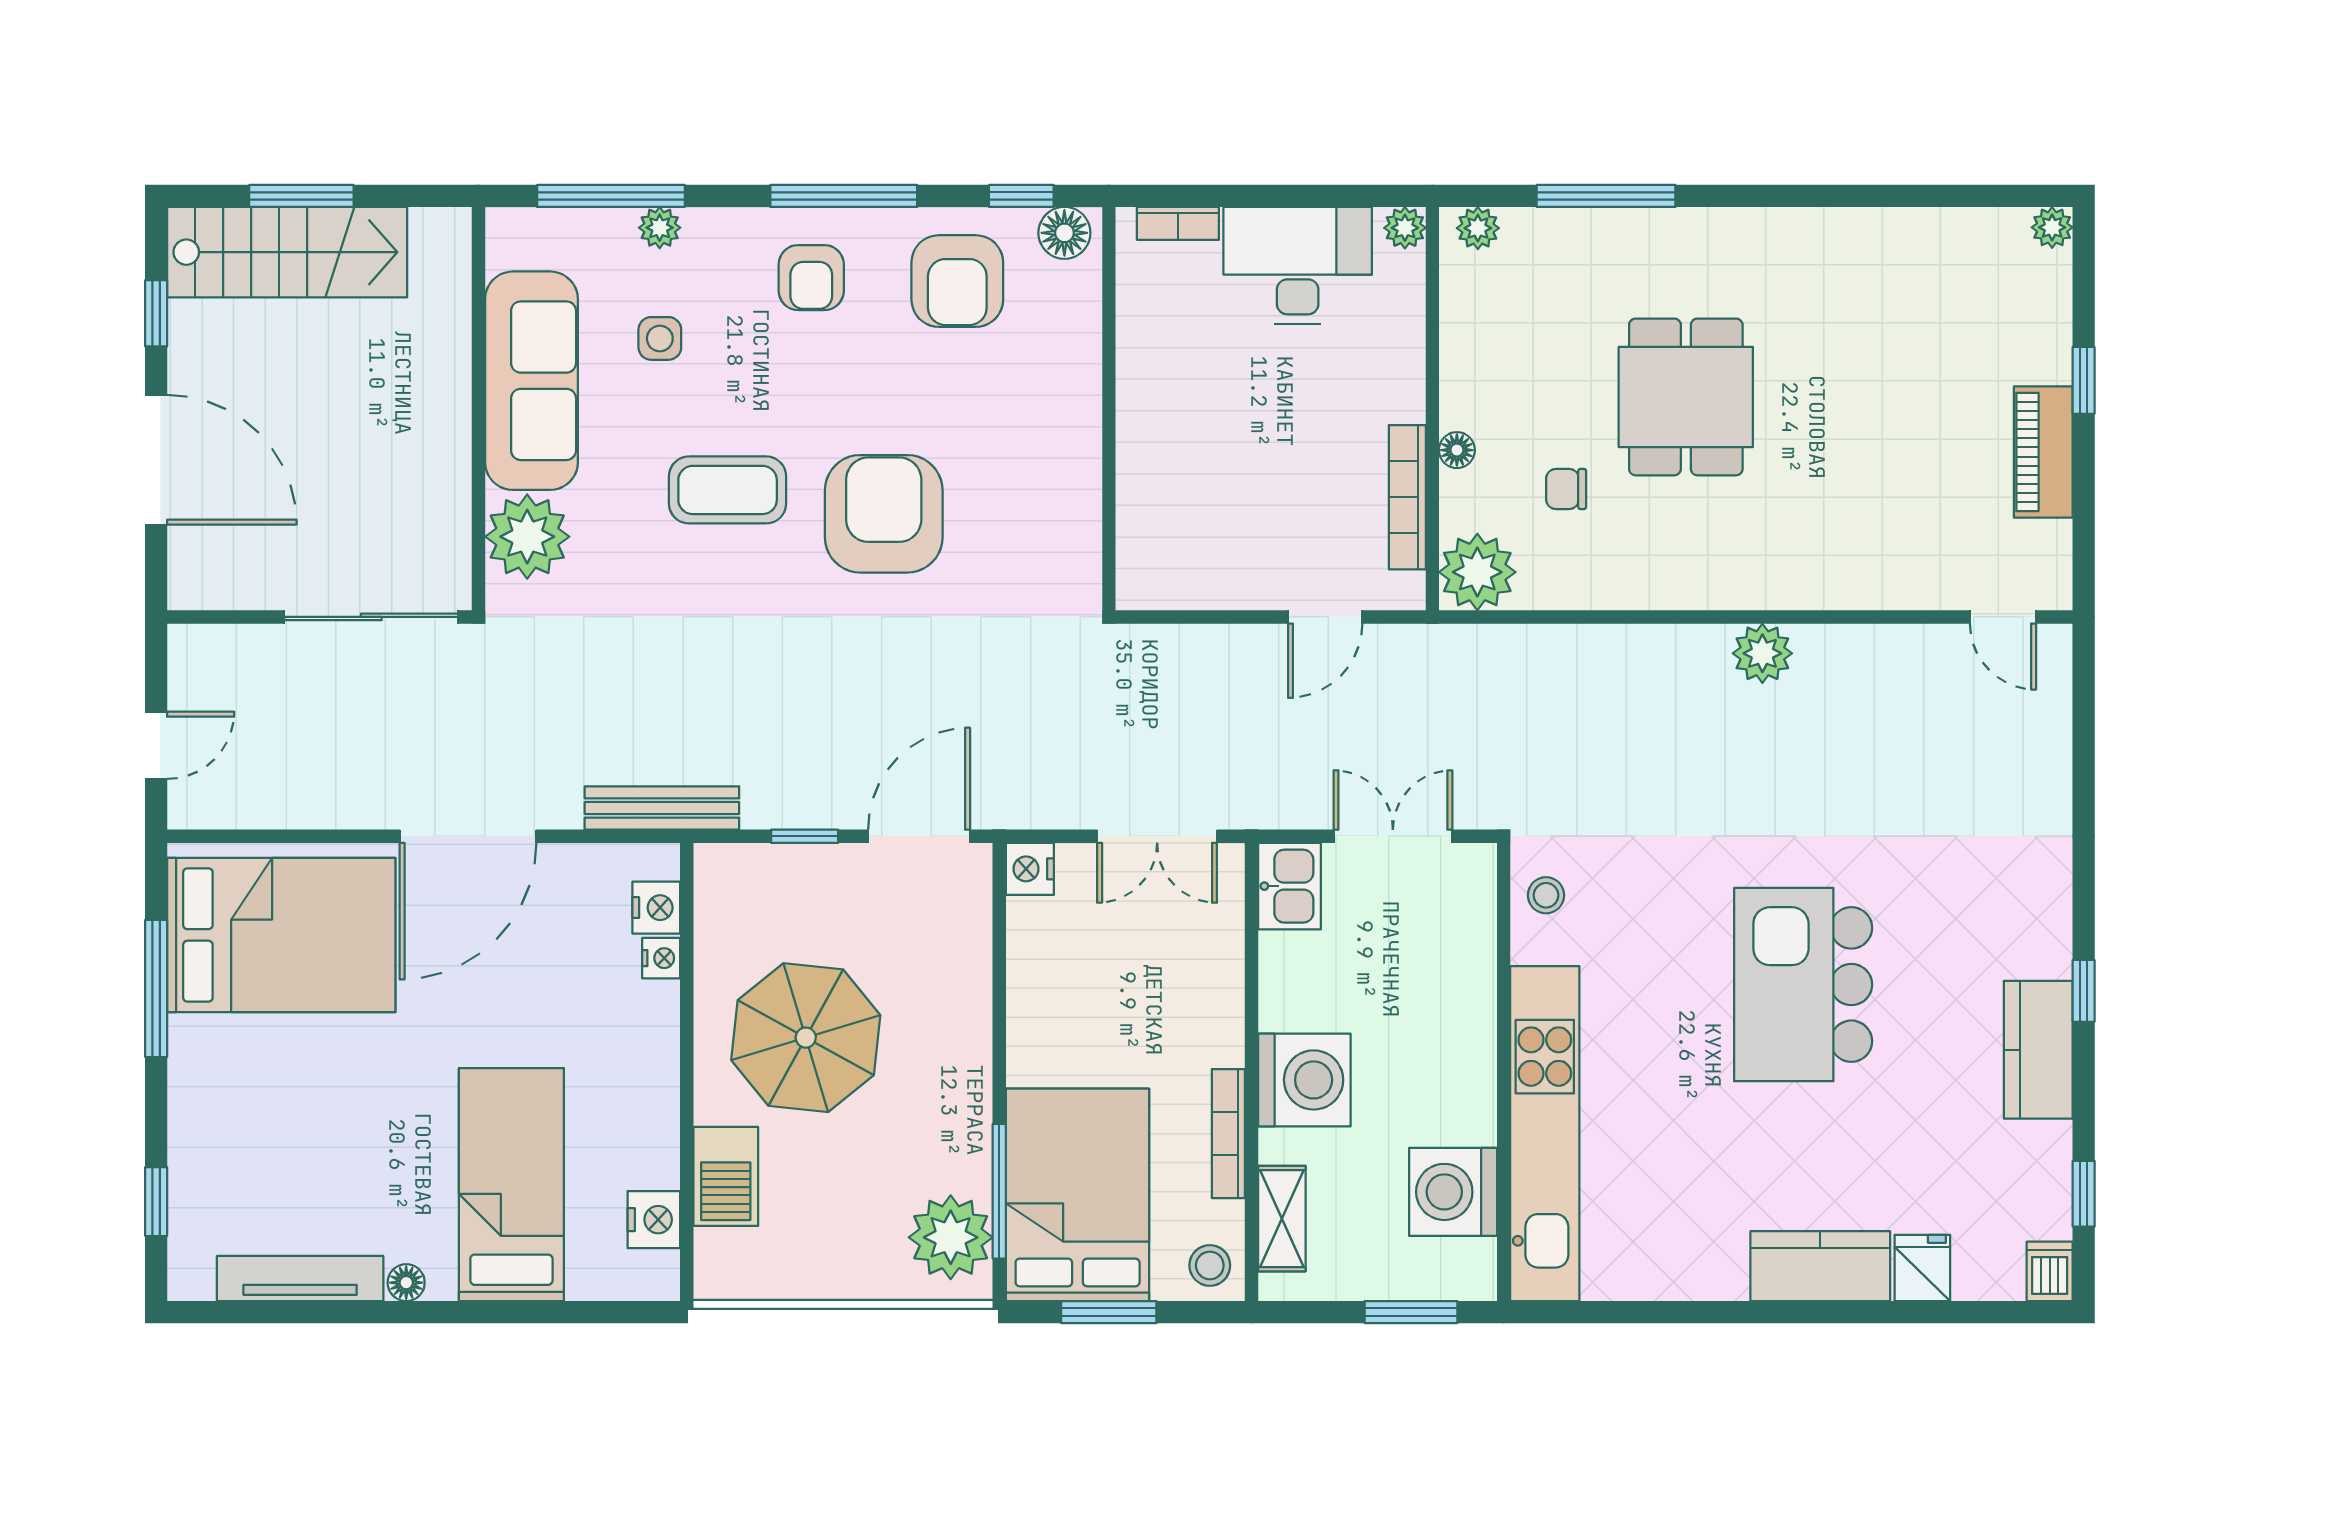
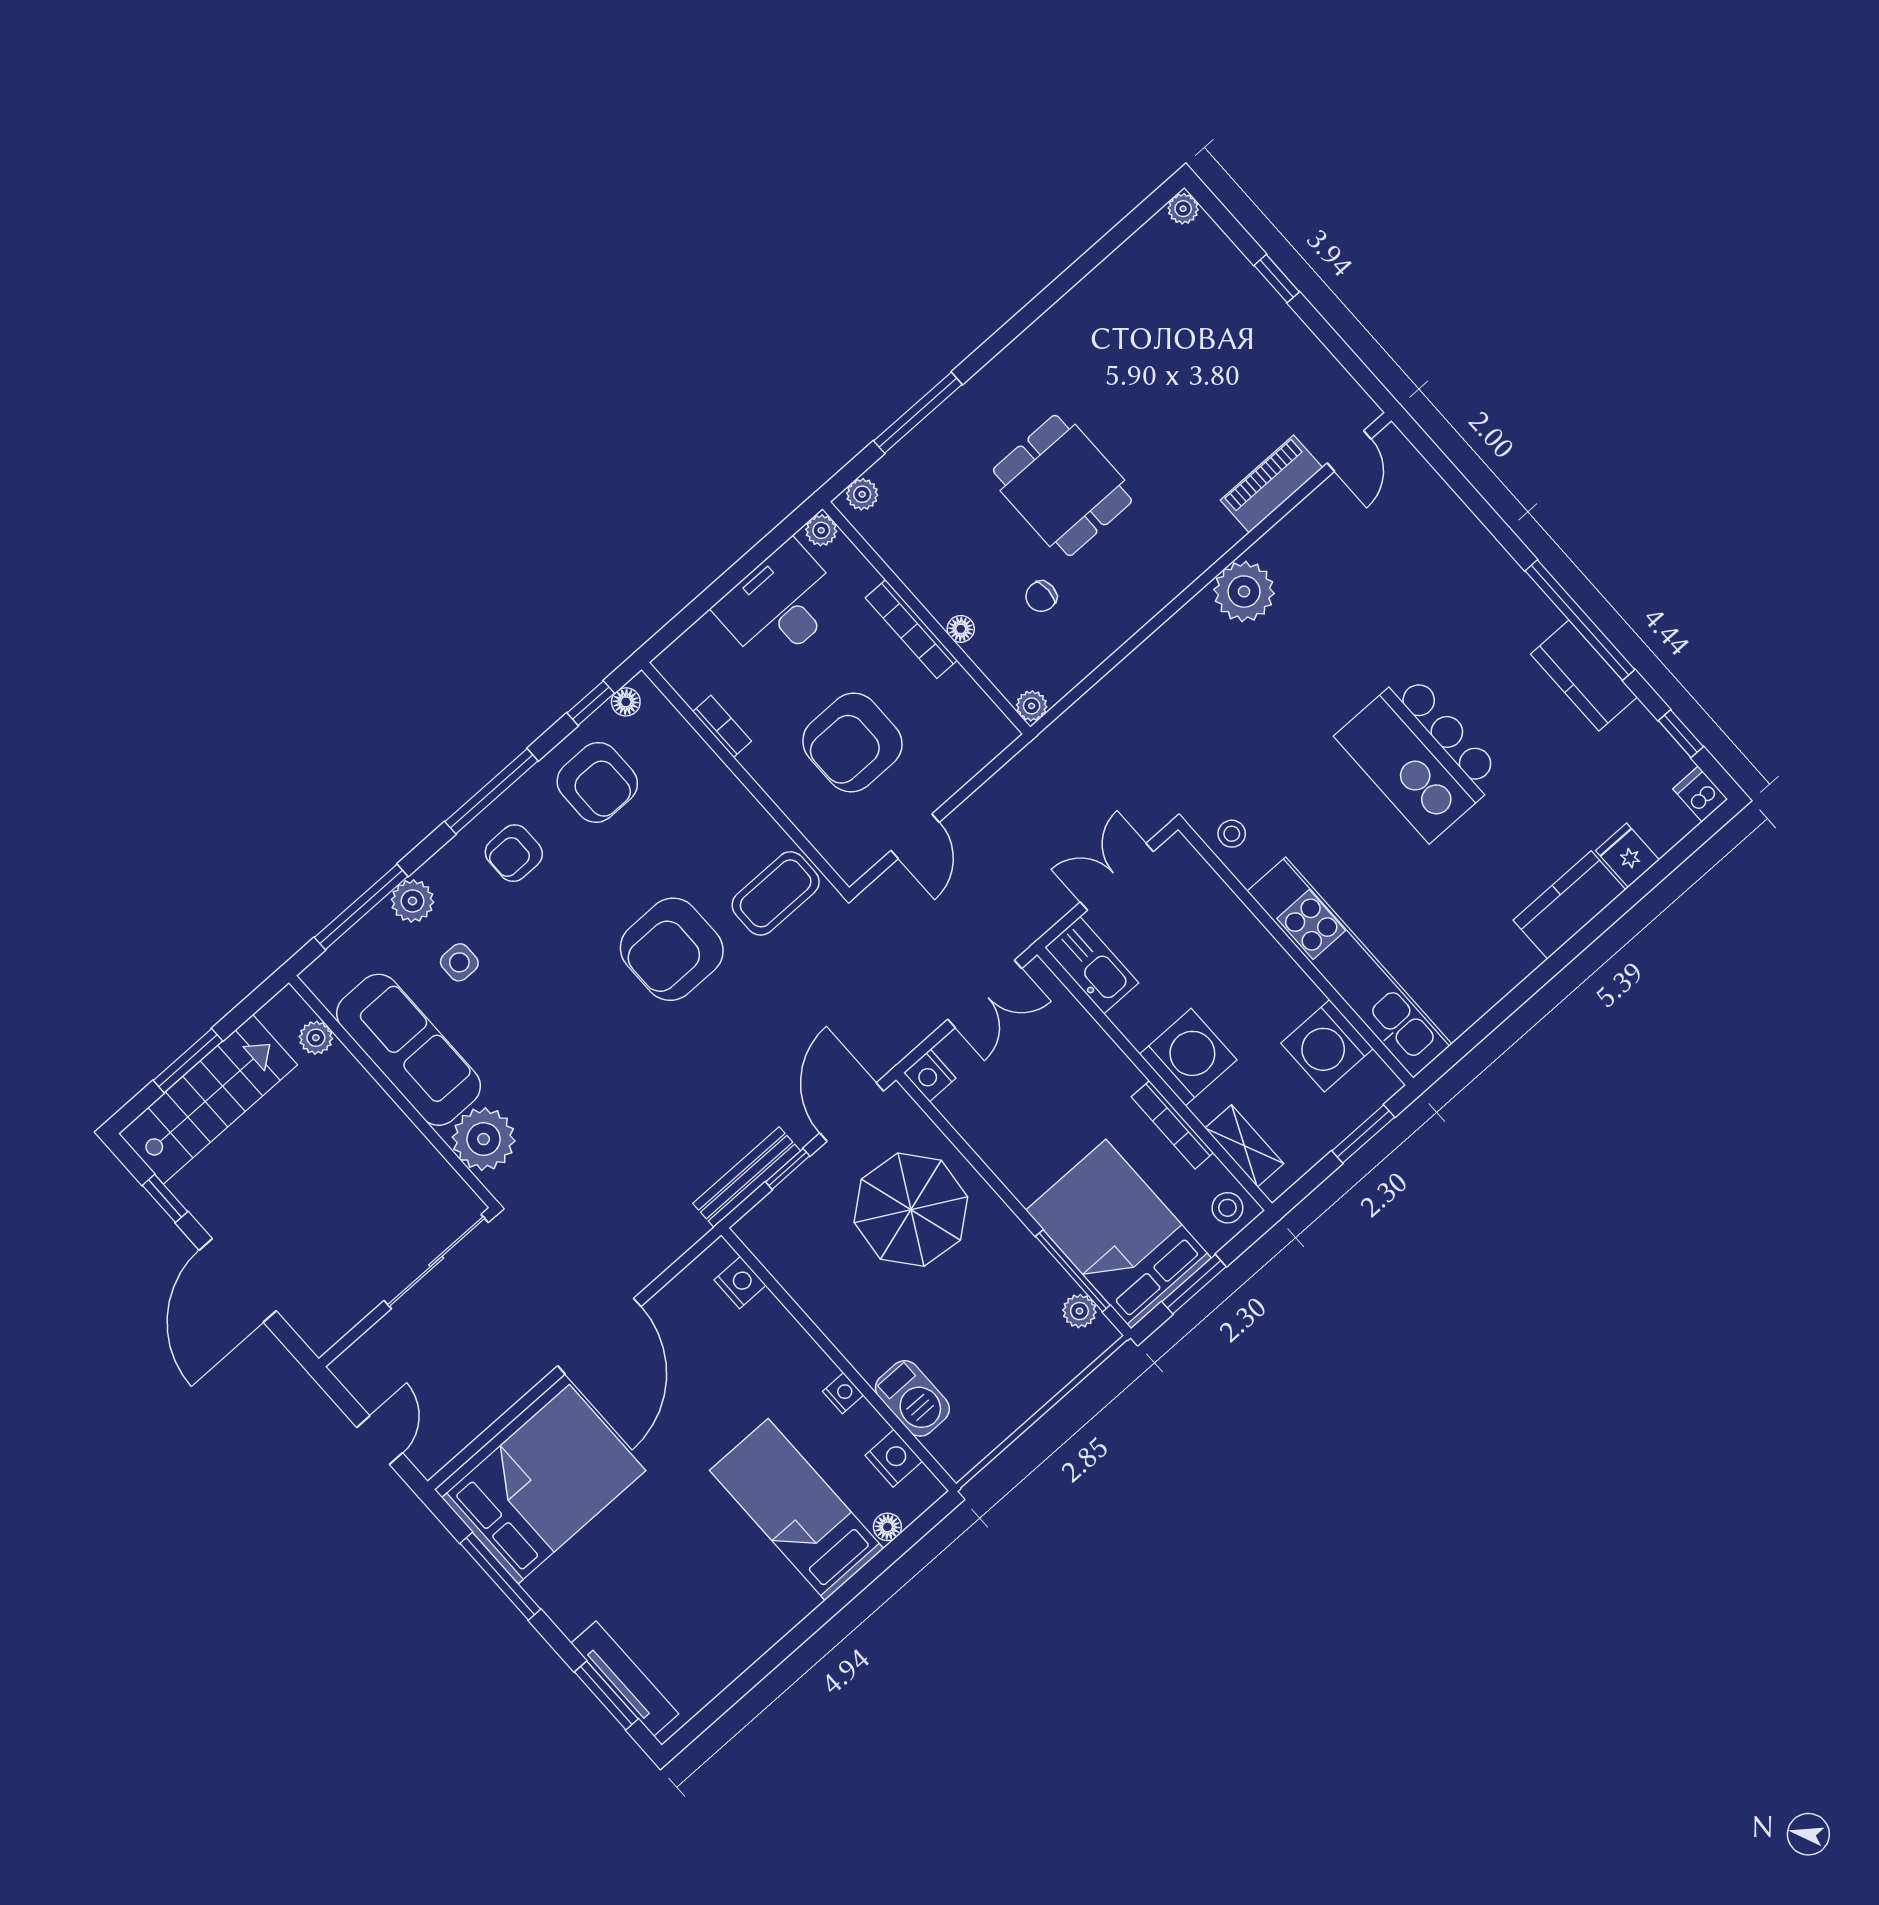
bookcase: (1178, 223) -> (722, 726), moved, turned -90
plant: (660, 228) -> (412, 901), width x1.38, depth x1.38
floor lamp: (1064, 233) -> (626, 702), width x0.73, depth x0.73
armchair: (811, 278) -> (514, 853), turned 90
plant: (450, 286) -> (316, 1038), added
piano: (2043, 452) -> (1271, 484), moved, turned 90
door: (156, 460) -> (238, 1280), swing flipped
armchair: (1248, 468) -> (852, 743), added
coffee table: (728, 490) -> (776, 893), moved
bookcase: (1407, 497) -> (911, 629), moved
armchair: (884, 514) -> (672, 949), turned -90
plant: (1477, 572) -> (1032, 706), width x0.53, depth x0.53
door: (1325, 617) -> (915, 836), moved
door: (2003, 617) -> (1349, 451), hinge flipped
plant: (1762, 653) -> (1244, 592), width x1.36, depth x1.36
bench: (662, 808) -> (747, 1177), moved
kitchen sink: (1289, 886) -> (1092, 965), width x1.38
nightstand: (661, 958) -> (843, 1393), moved
window: (2084, 991) -> (1580, 620), width x3.17
parasol: (806, 1038) -> (911, 1210), moved
window: (156, 1202) -> (606, 1695), width x1.50
plant: (951, 1237) -> (1079, 1311), width x0.53, depth x0.53
tv unit: (300, 1279) -> (625, 1679), moved, turned 90
floor lamp: (406, 1283) -> (887, 1527), moved

